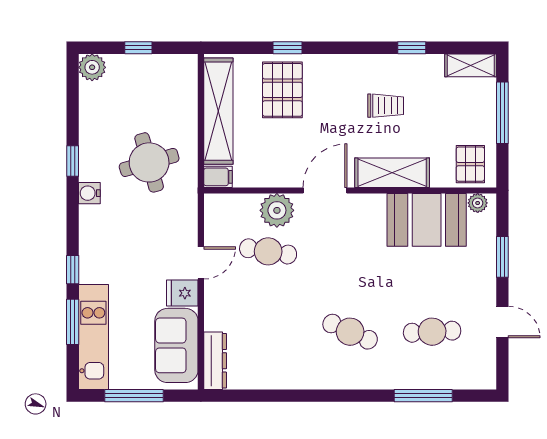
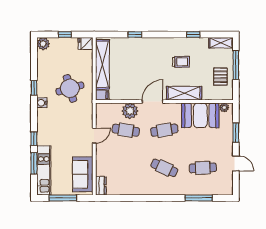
pallet: (282, 90) -> (133, 54), removed
pallet: (470, 164) -> (220, 77), moved
cafe table: (350, 251) -> (164, 130), added
fridge: (182, 293) -> (86, 43), moved
dresser: (215, 361) -> (101, 186), width x0.70

